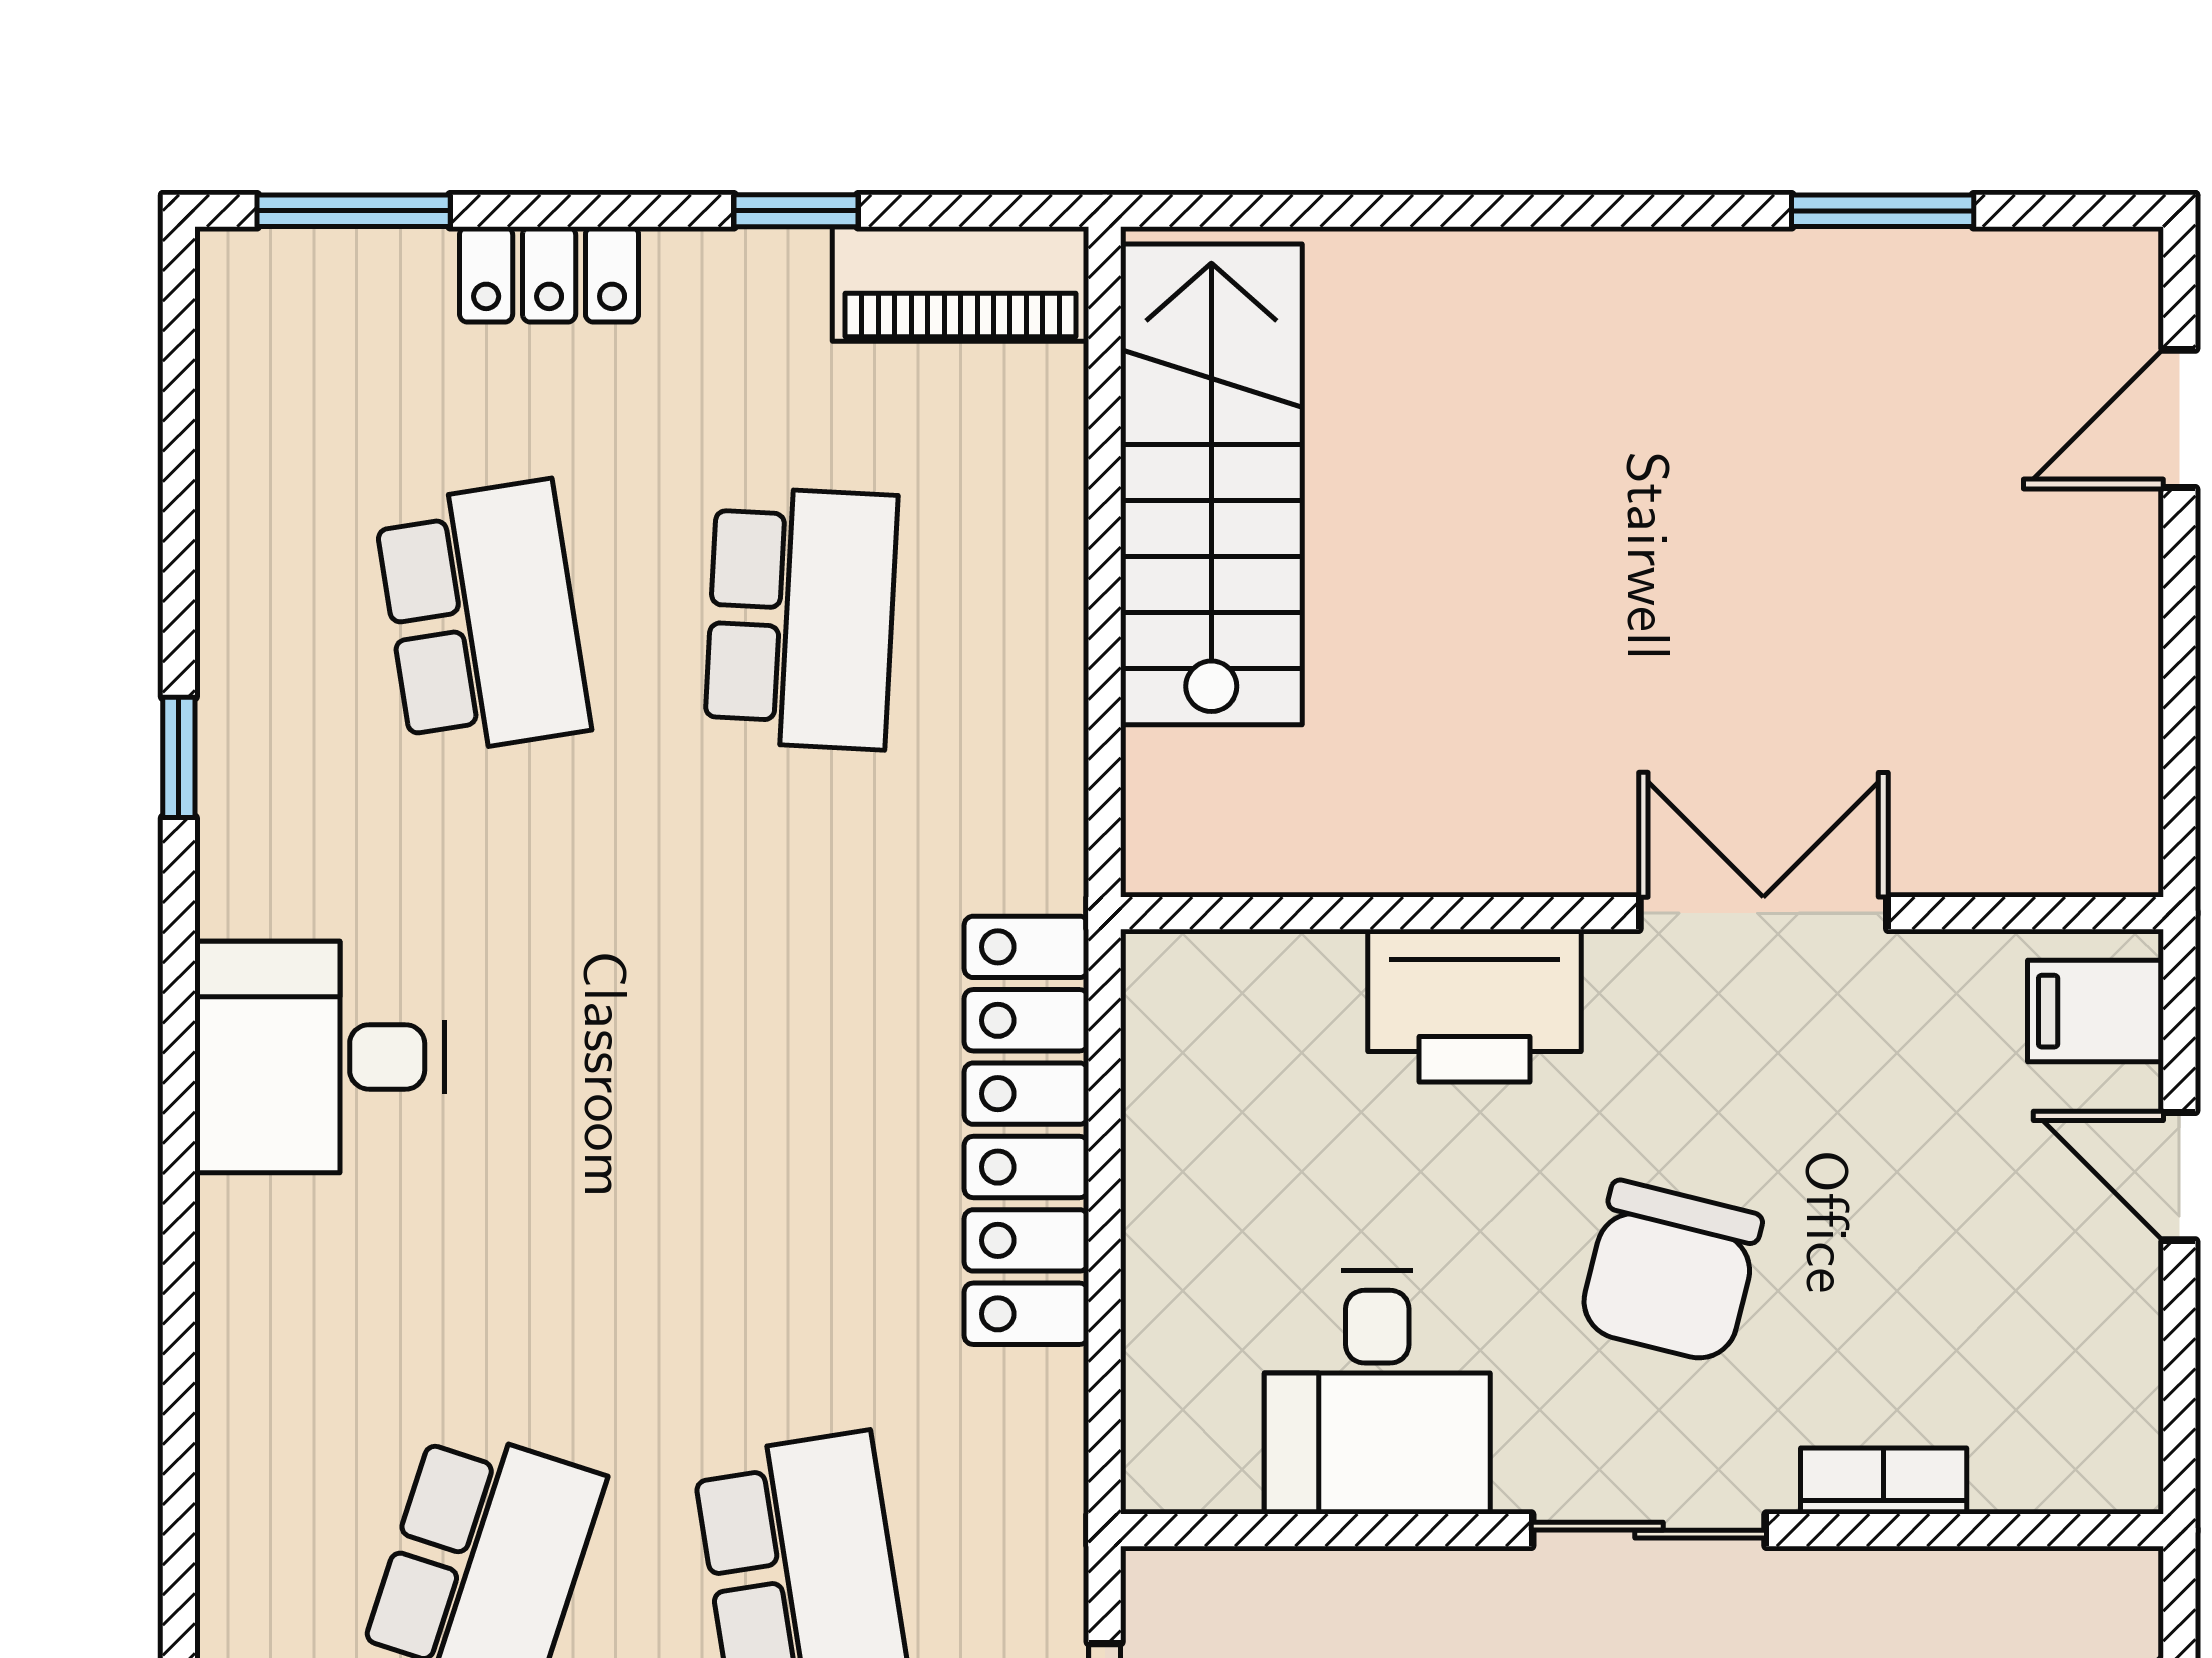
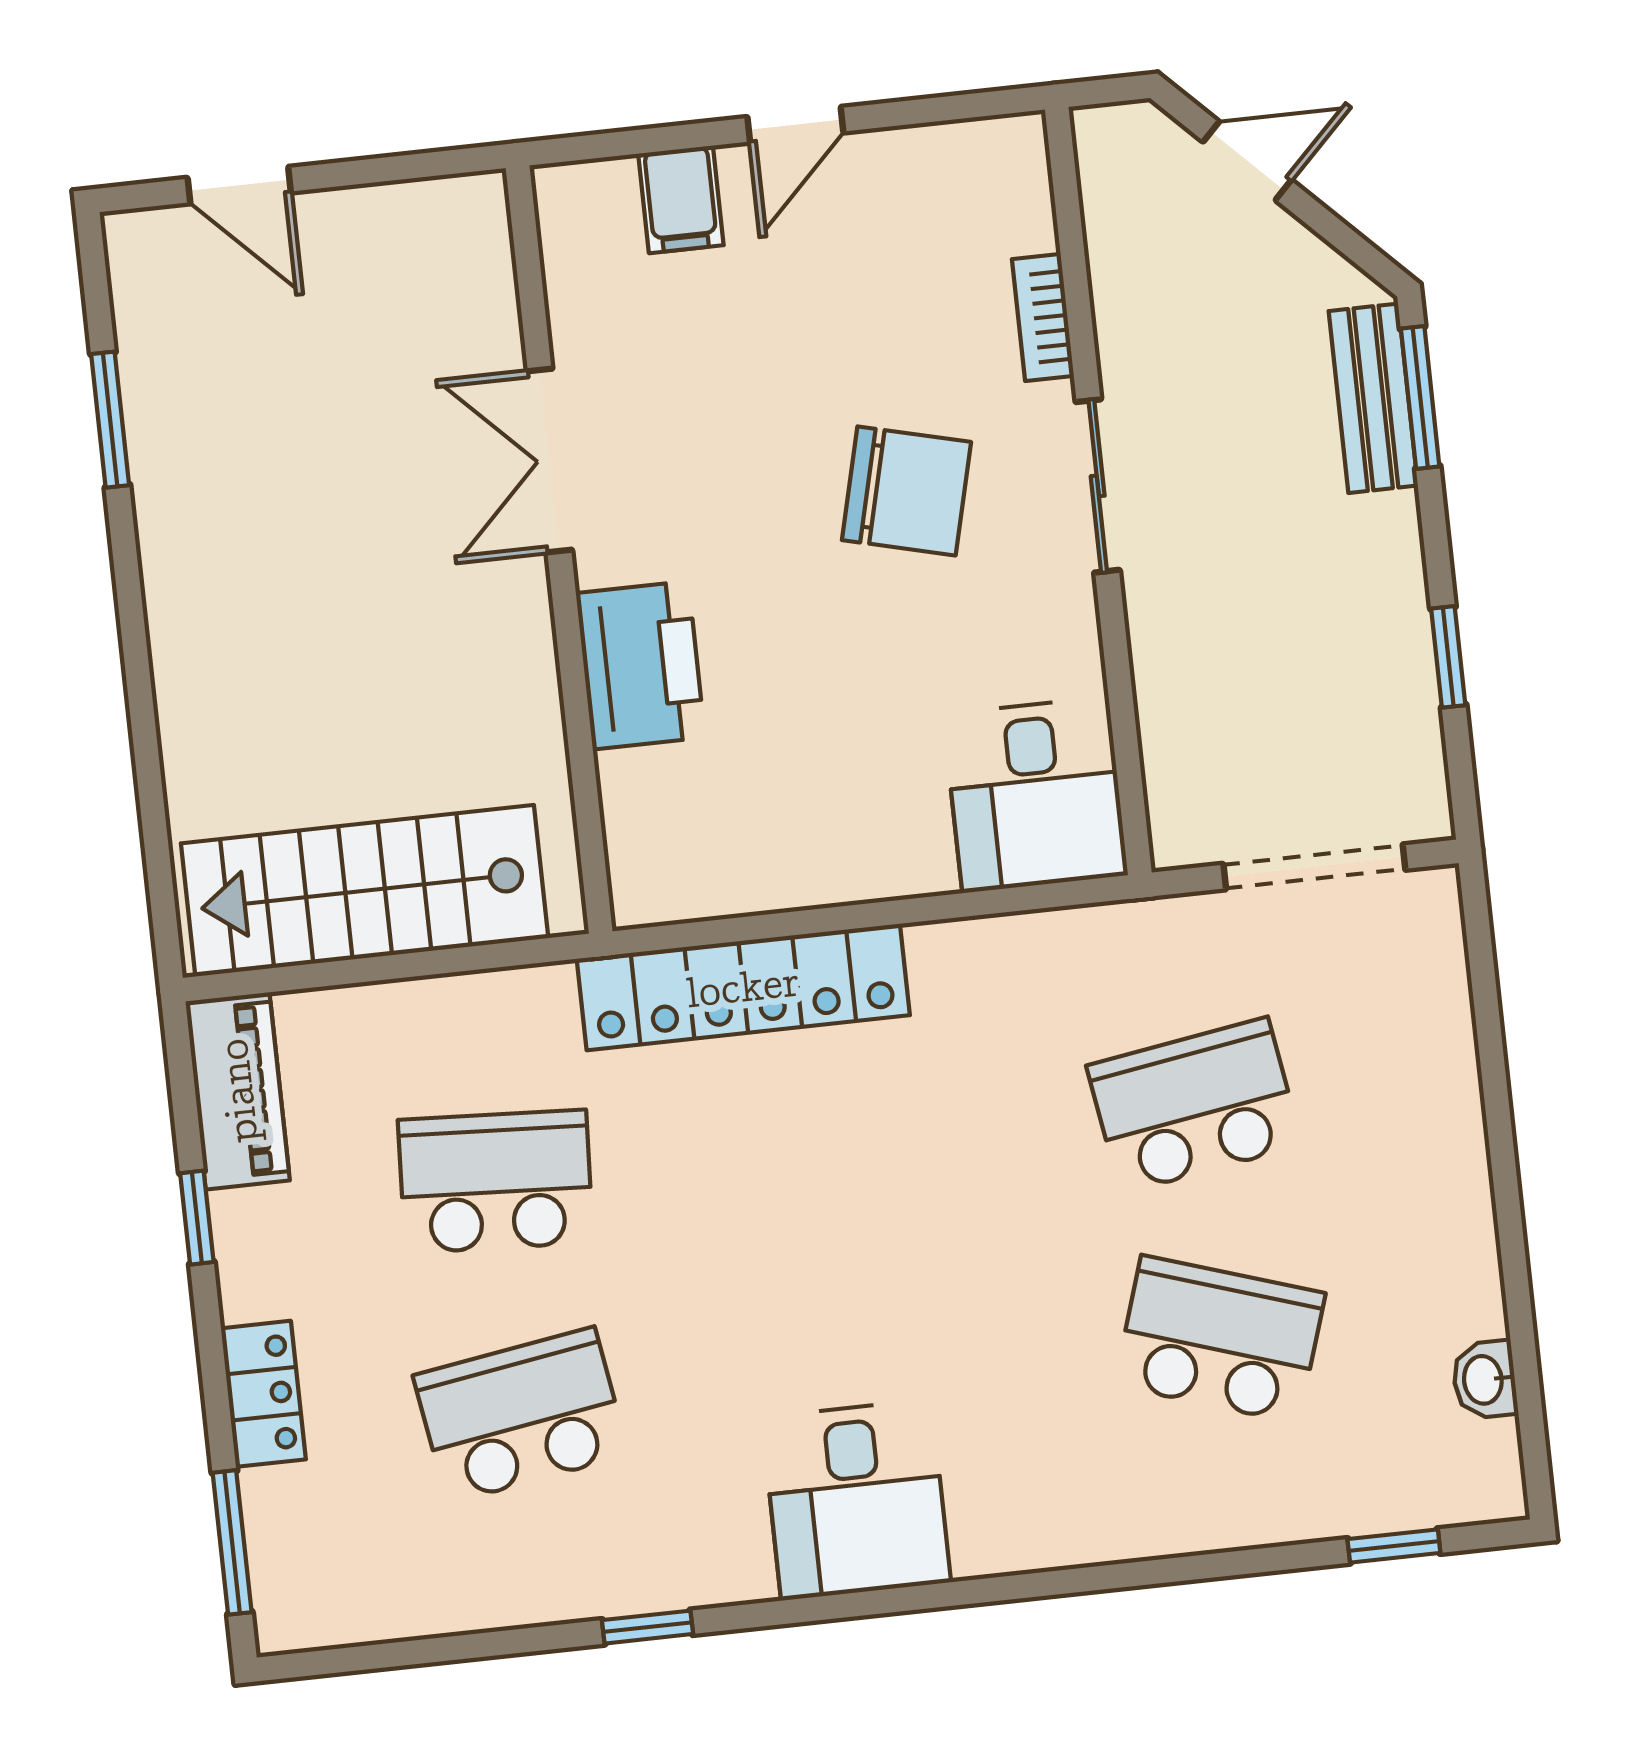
wall: (1642, 913) -> (559, 550), moved
double door: (1763, 913) -> (549, 461), moved
printer: (1474, 1006) -> (640, 665), moved
locker: (1026, 1130) -> (743, 987), moved
desk: (1377, 1392) -> (1035, 795), moved, turned 90

